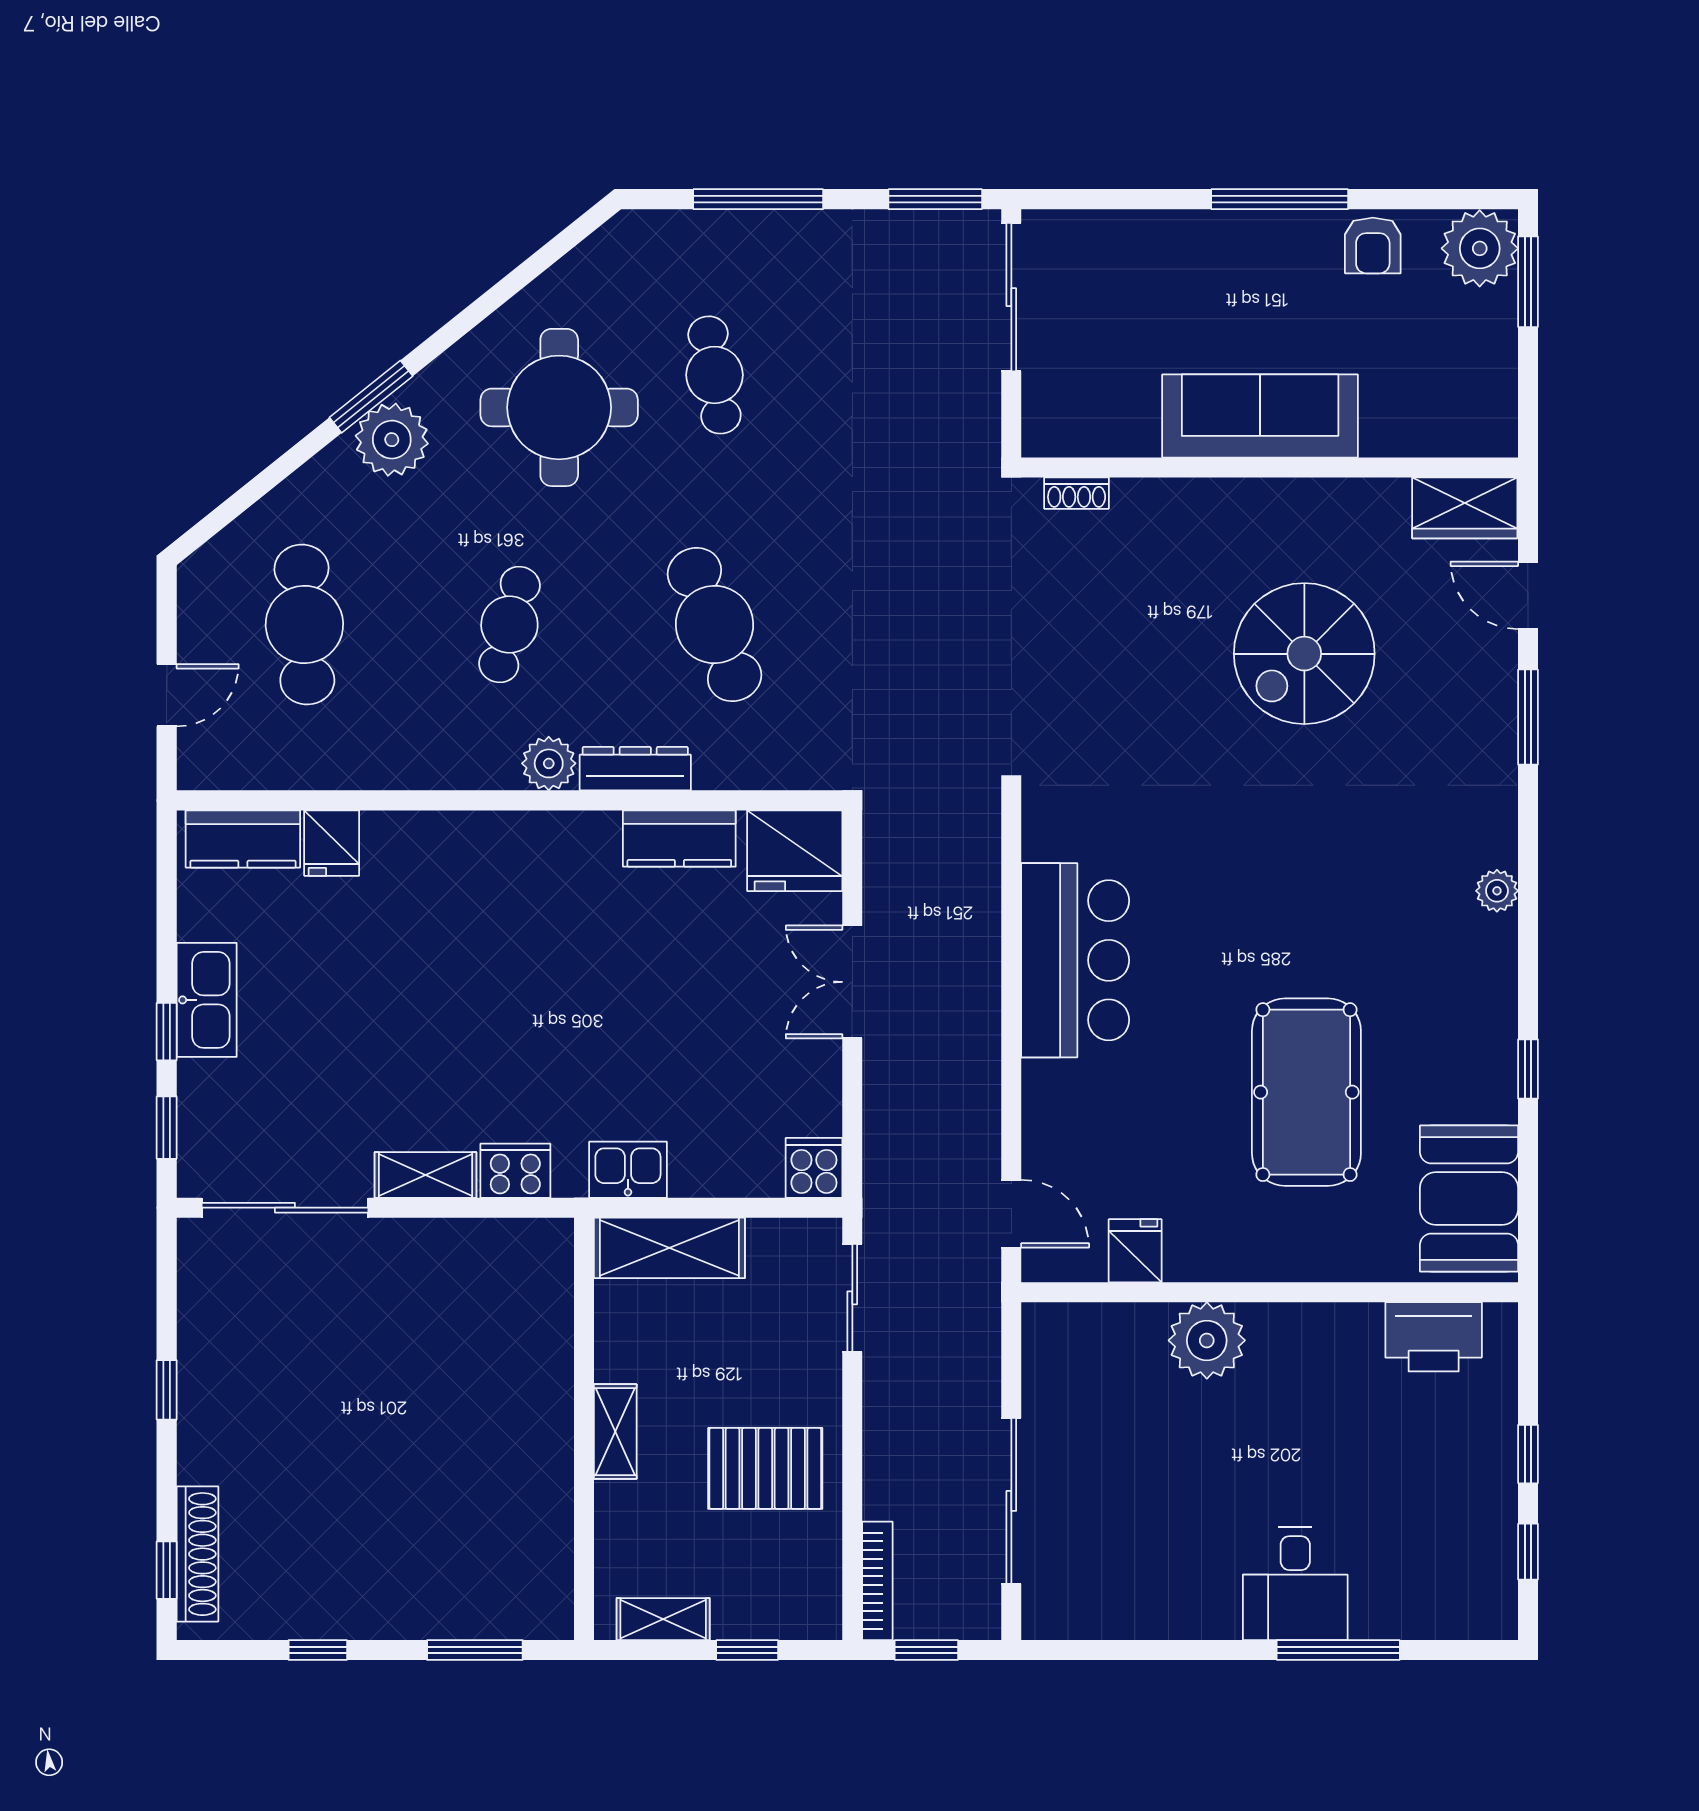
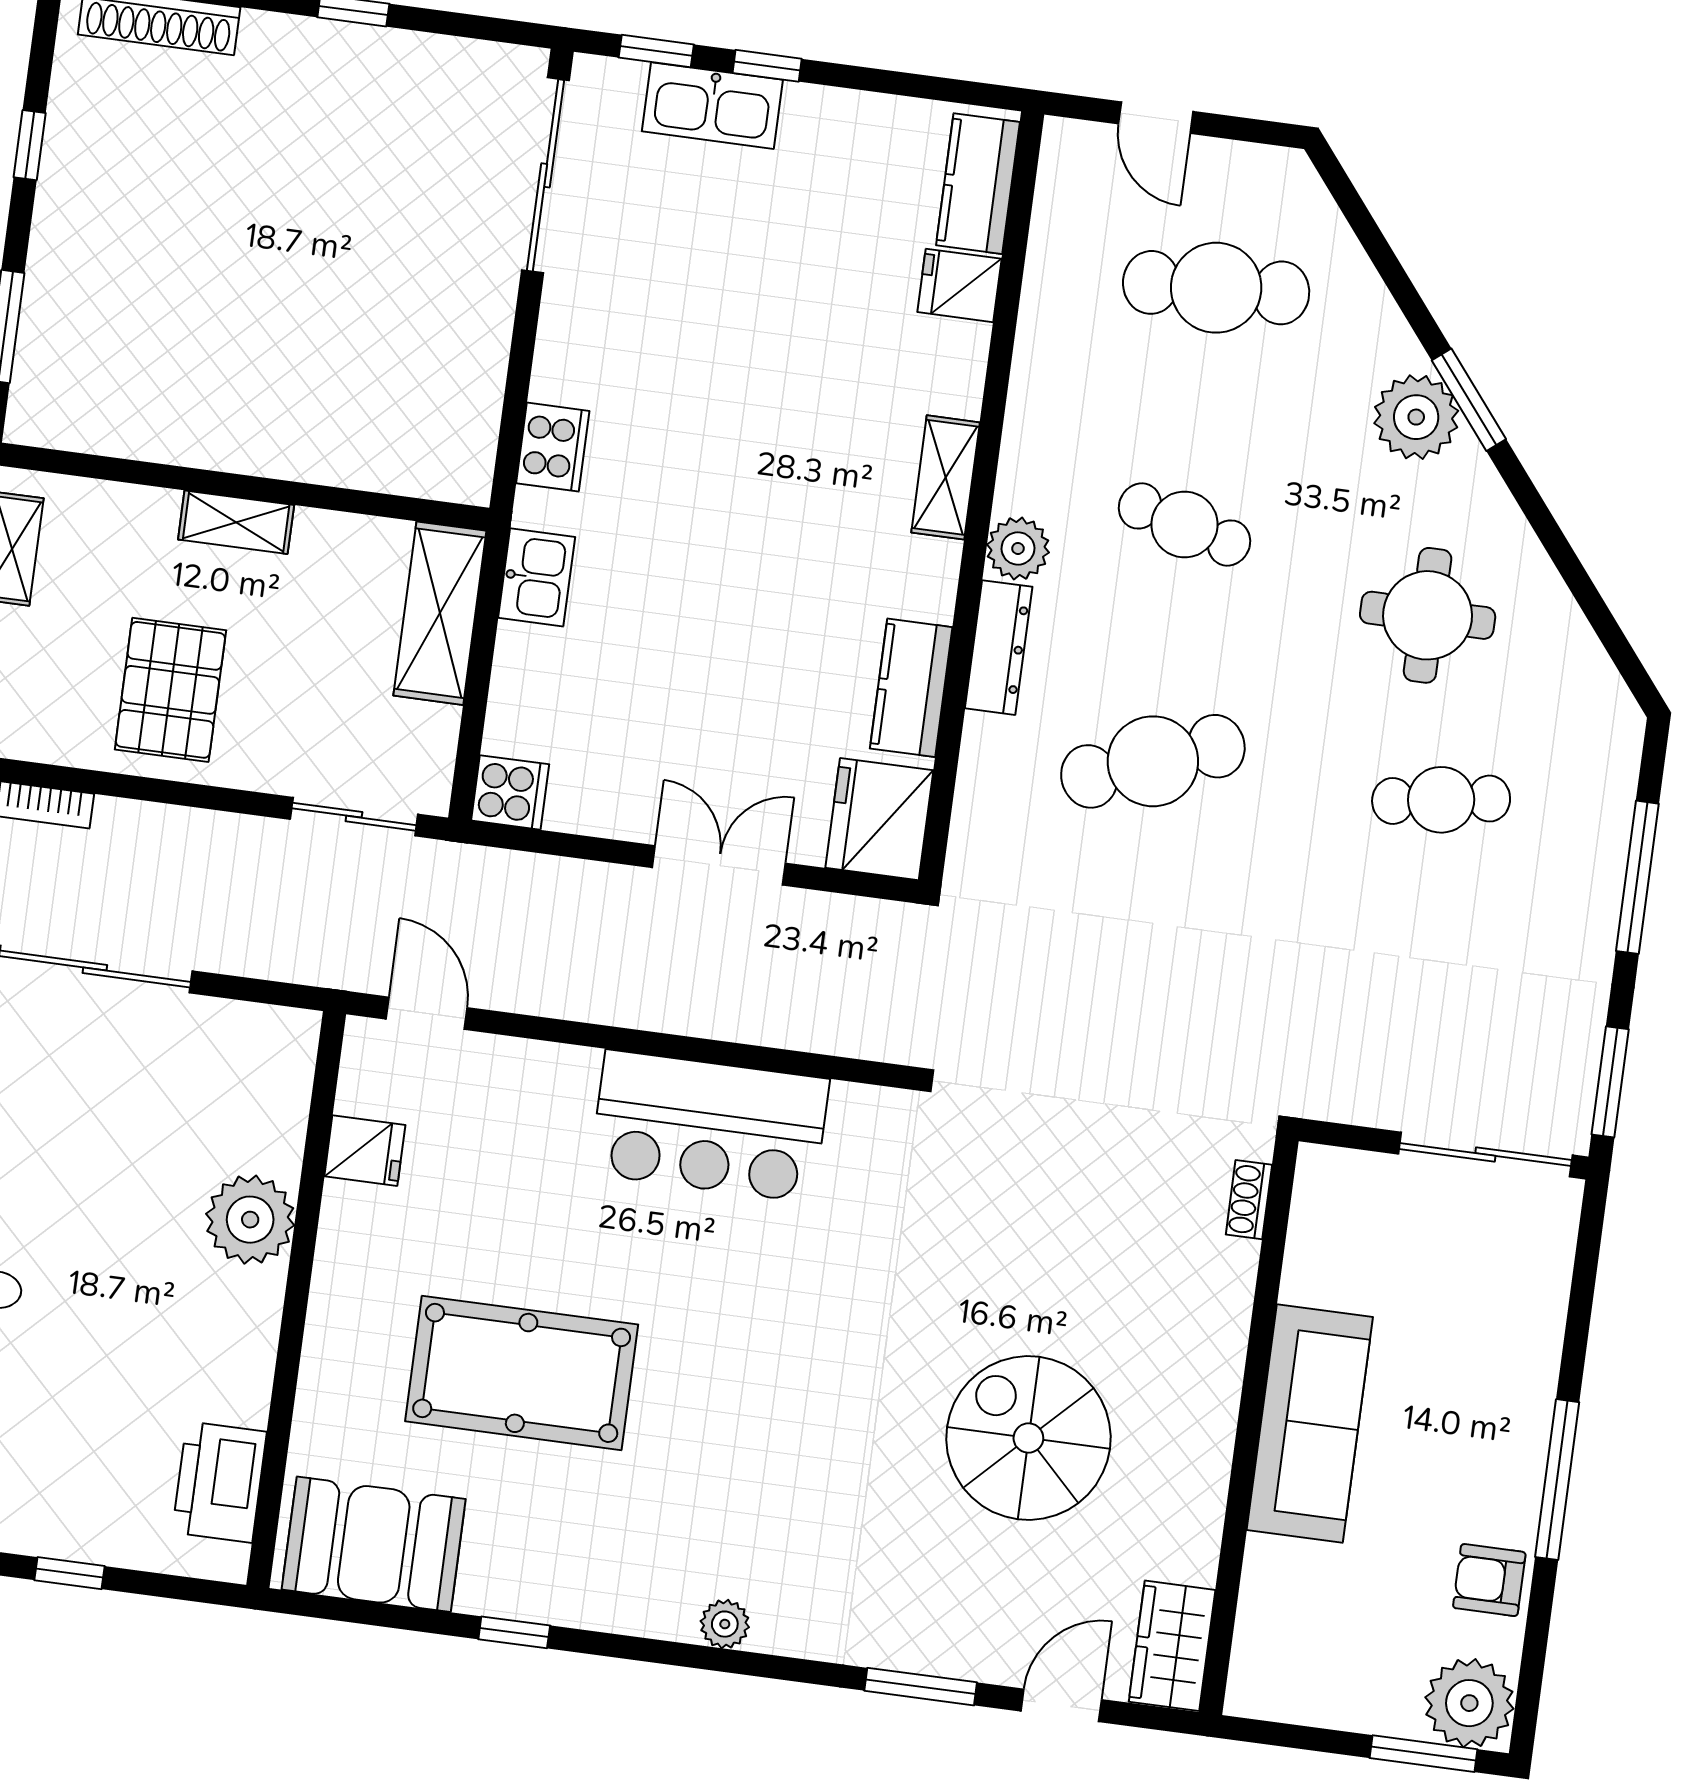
round table: (559, 407) -> (1428, 615), width x0.73, depth x0.73
kitchen sink: (207, 1000) -> (712, 106), moved
shelving: (426, 1175) -> (946, 477), moved
door: (1011, 1214) -> (427, 1013), swing flipped

